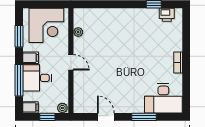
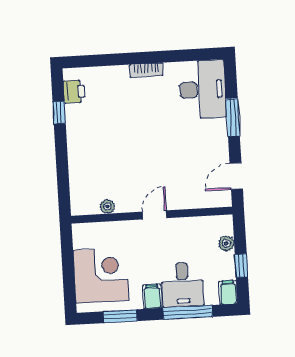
plant: (78, 32) -> (107, 206), moved
wall: (71, 61) -> (152, 215), moved
door: (71, 62) -> (154, 215), moved

